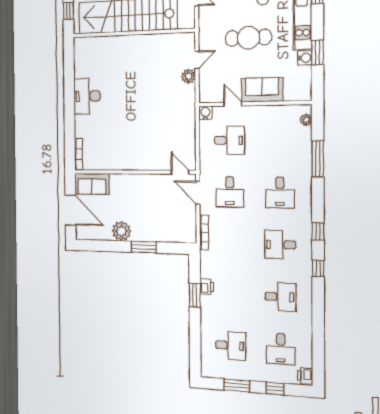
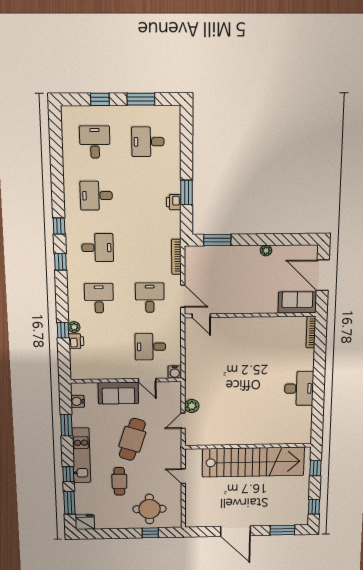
cafe table: (248, 38) -> (132, 439), turned -72
water cooler: (305, 58) -> (78, 401), moved
plant: (306, 120) -> (74, 327), moved
window: (318, 159) -> (63, 330), width x0.46
plant: (121, 231) -> (266, 251), width x0.53, depth x0.53
window: (144, 247) -> (217, 240), moved
printer: (305, 376) -> (76, 341), moved

